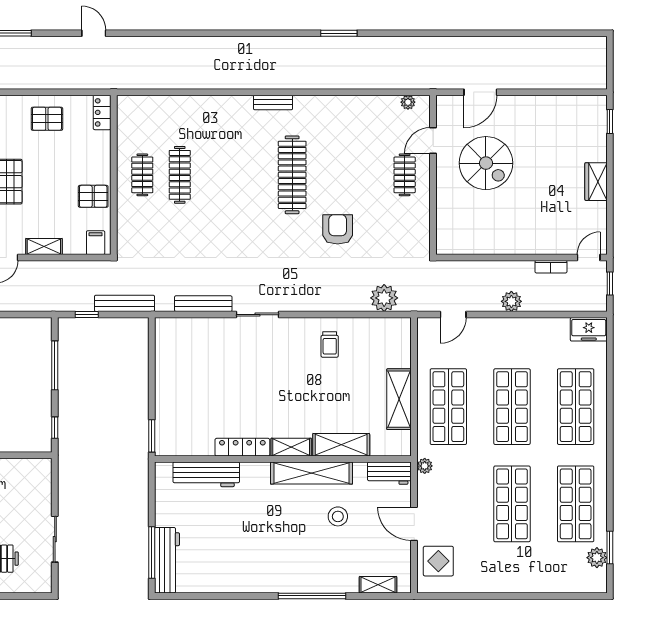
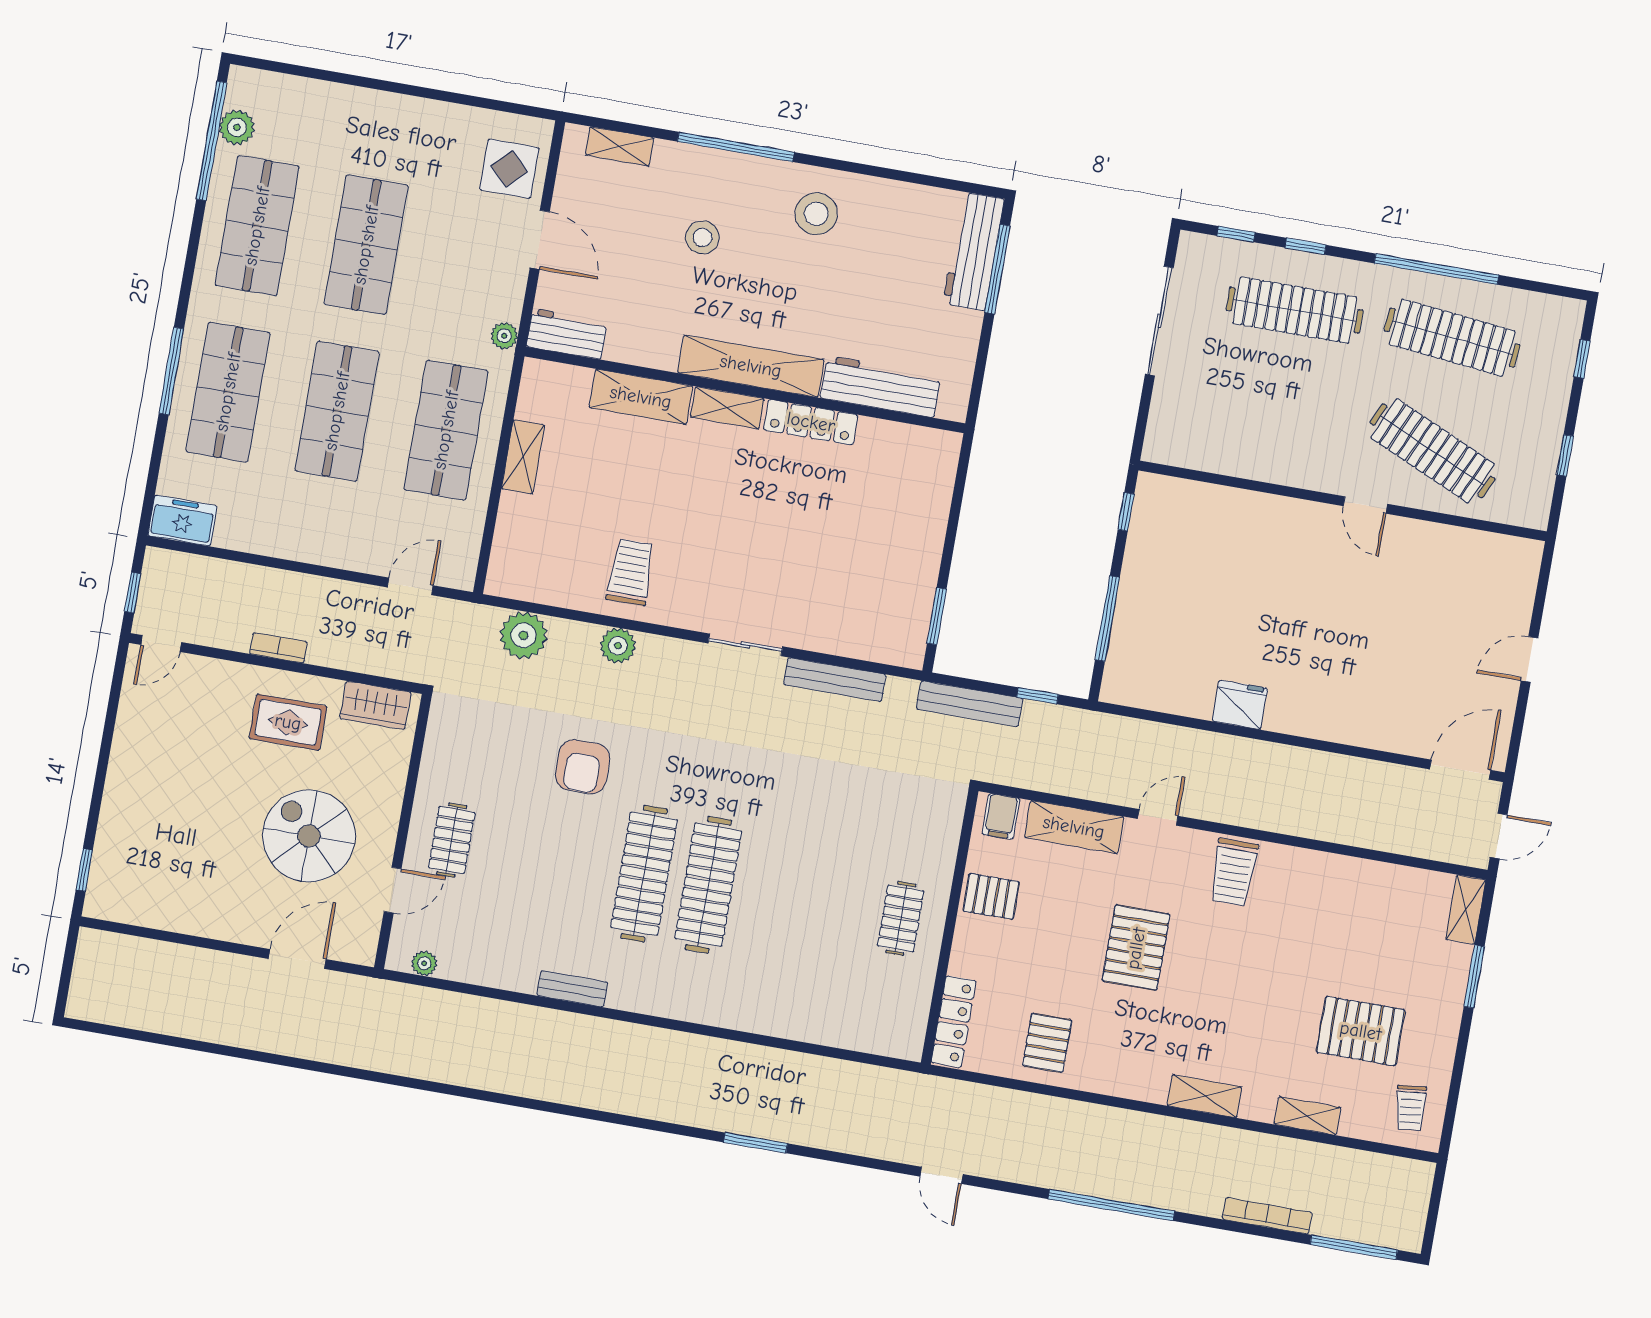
window: (339, 33) -> (755, 1143), moved
bench: (273, 102) -> (572, 989), moved
locker: (102, 112) -> (954, 1022), width x1.53
pallet: (47, 119) -> (1047, 1043), turned 90
clothes rail: (180, 175) -> (708, 885), moved, width x1.37, depth x1.31
wardrobe: (596, 182) -> (375, 705), moved, turned 90
rug: (509, 225) -> (288, 722), added
shelving: (44, 247) -> (1074, 827), width x1.50, depth x1.33
bookcase: (551, 267) -> (278, 648), moved
plant: (511, 301) -> (618, 646), moved
trolley: (330, 344) -> (631, 572), width x1.36, depth x1.39
shelving: (399, 399) -> (523, 457), width x0.67, depth x0.75
window: (610, 413) -> (171, 371), added
window: (152, 436) -> (937, 616), moved
shelving: (311, 473) -> (751, 366), moved
stool: (338, 516) -> (703, 237), moved
sliding door: (55, 539) -> (1159, 321), width x1.37
window: (610, 547) -> (212, 141), width x2.11
stool: (260, 566) -> (816, 214), added
window: (20, 596) -> (1236, 234), added

